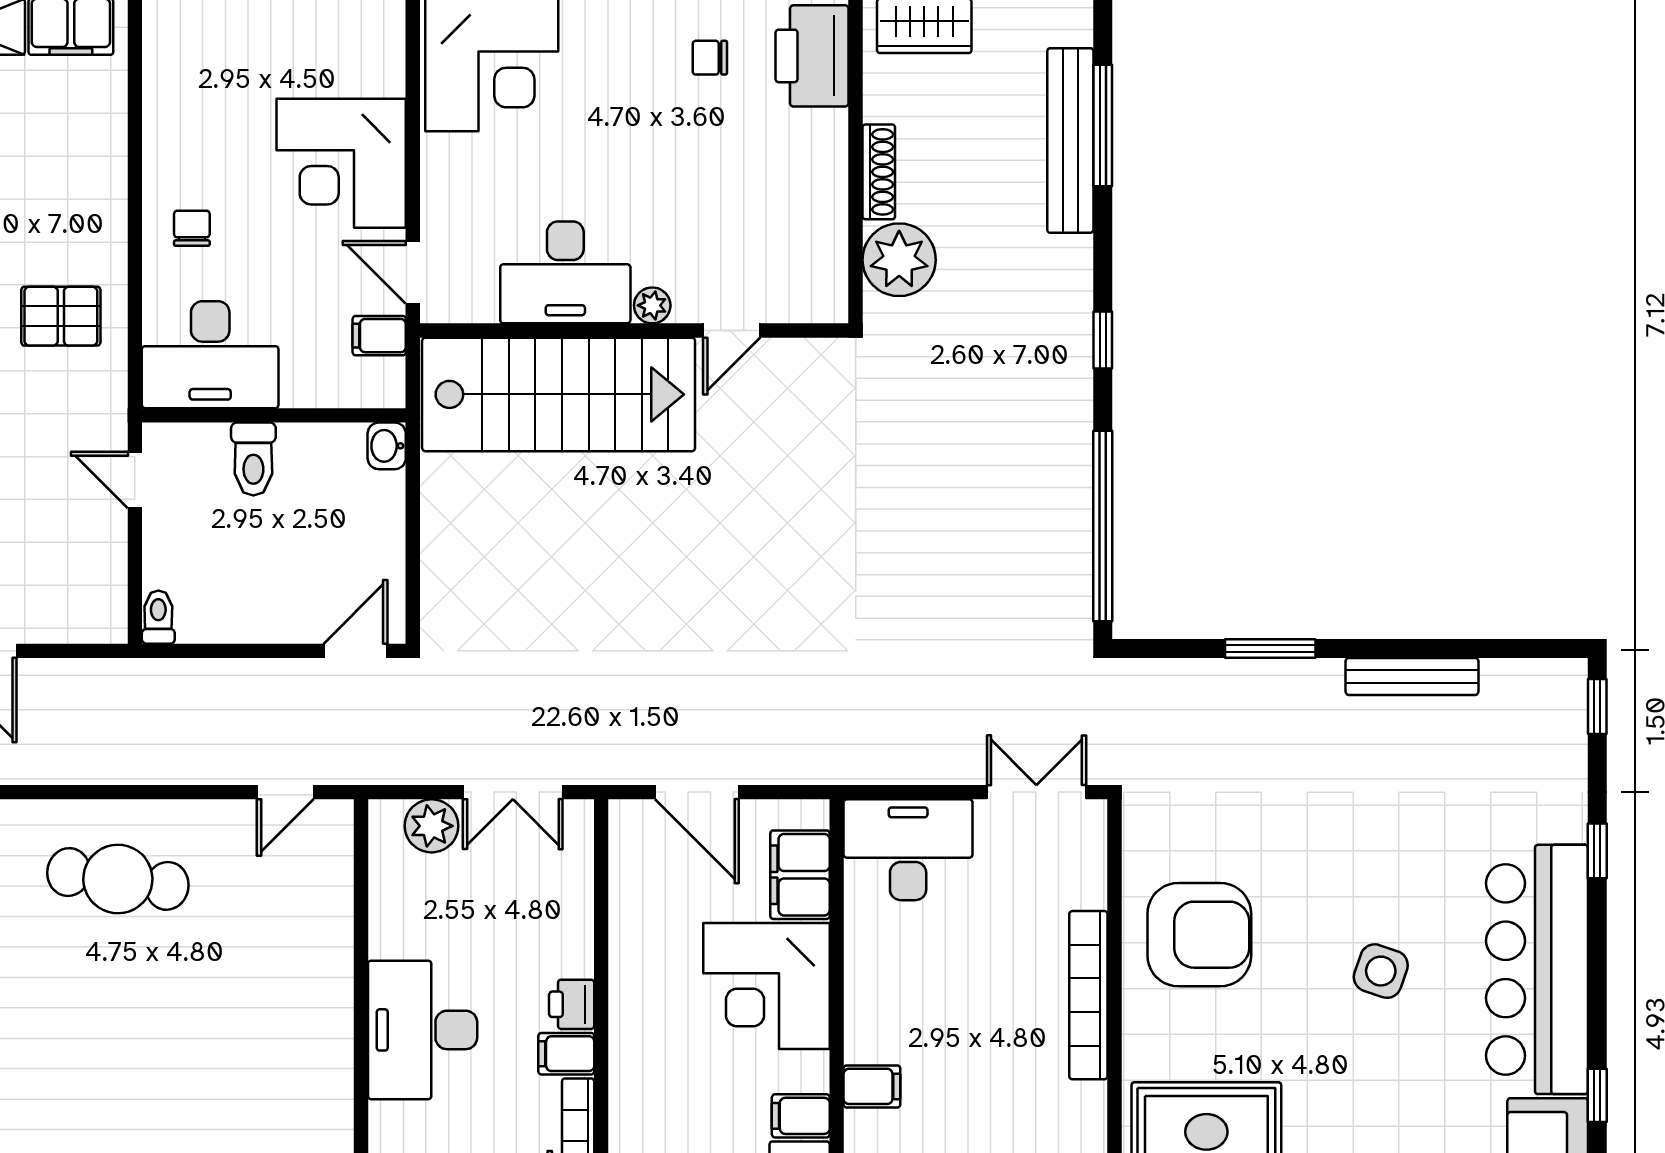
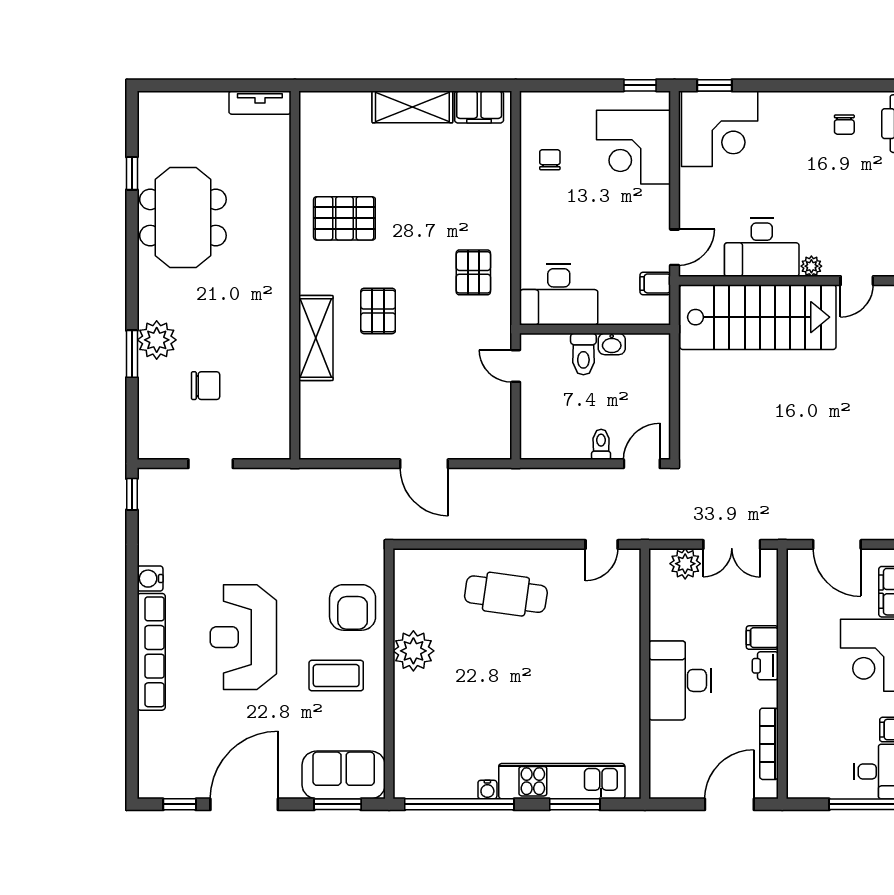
chair: (710, 58) -> (844, 125), turned -90
corner desk: (341, 163) -> (634, 147), moved
chair: (192, 228) -> (550, 160), moved
door: (413, 272) -> (675, 247), swing flipped
pallet: (61, 316) -> (473, 272), turned 90
washbasin: (387, 446) -> (612, 344), moved, turned -90
toilet: (158, 617) -> (601, 444), moved
filing cabinet: (566, 1054) -> (762, 638), moved

